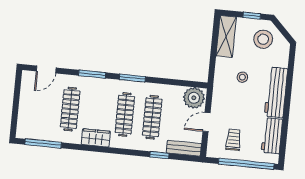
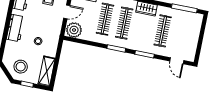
door: (46, 69) -> (177, 61), swing flipped
workbench: (276, 92) -> (15, 28), width x0.73

